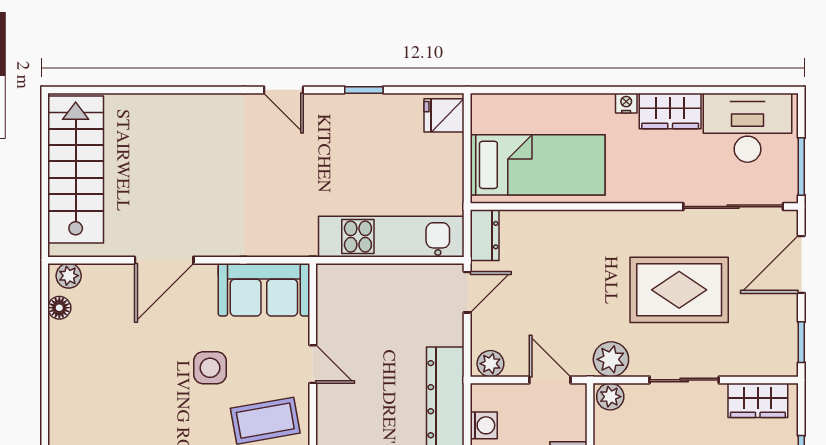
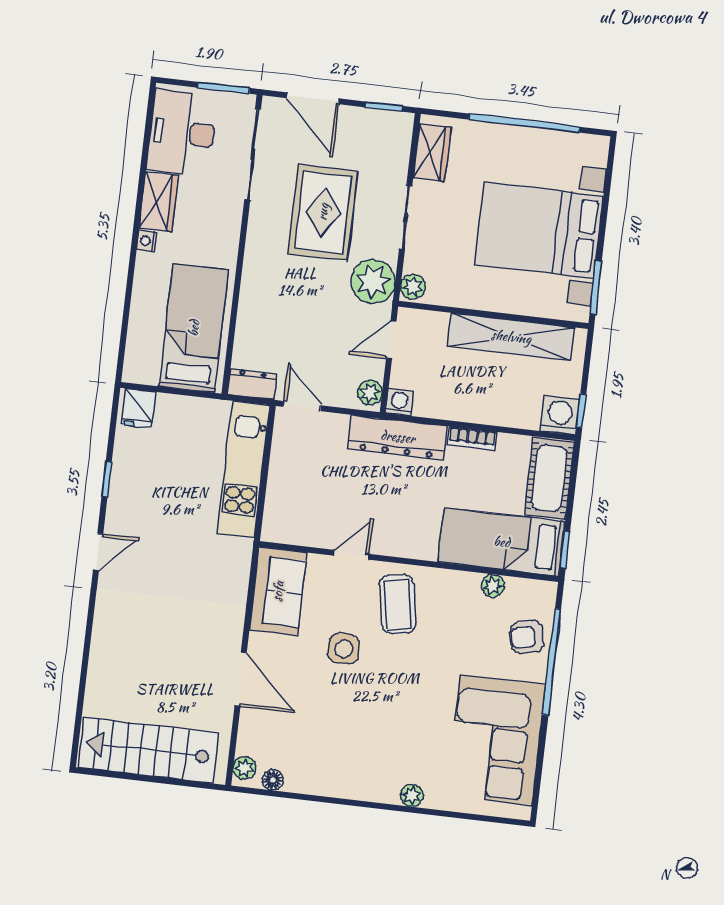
plant: (611, 359) -> (373, 281), width x1.36, depth x1.36
washing machine: (484, 425) -> (399, 402), moved

